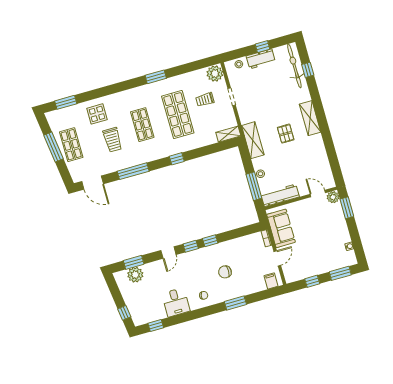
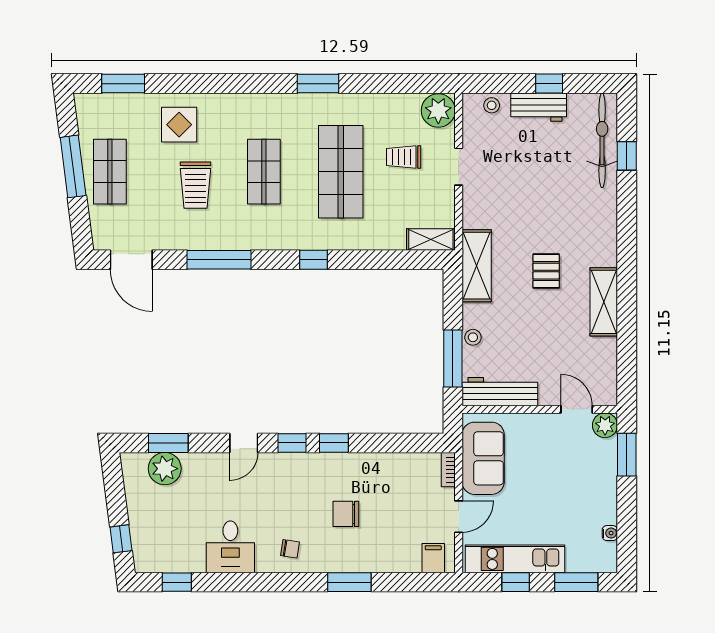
shelving: (310, 118) -> (604, 302), moved
kitchen unit: (309, 271) -> (515, 559), added

